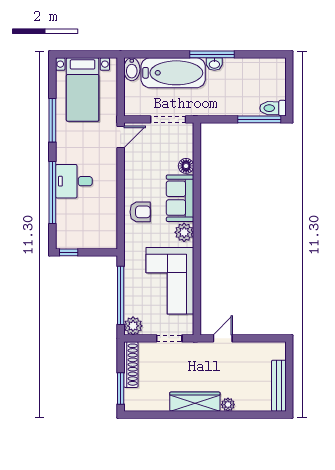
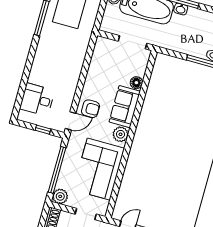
door: (121, 137) -> (71, 121), moved
desk: (74, 181) -> (37, 100), moved
window: (52, 192) -> (26, 74), removed
window: (69, 252) -> (43, 130), moved

